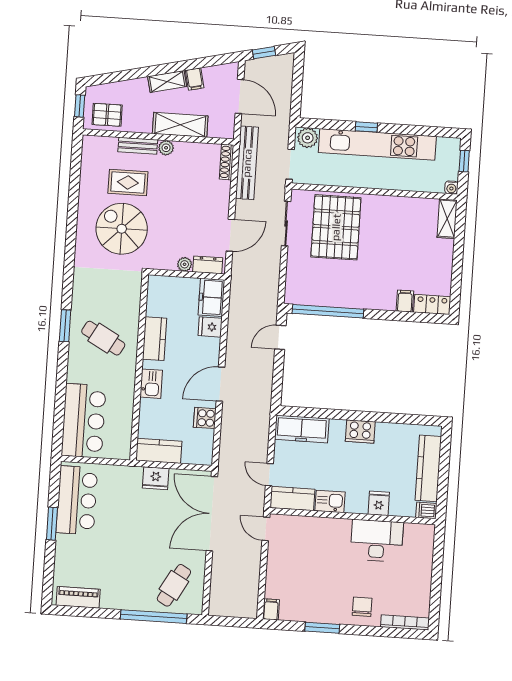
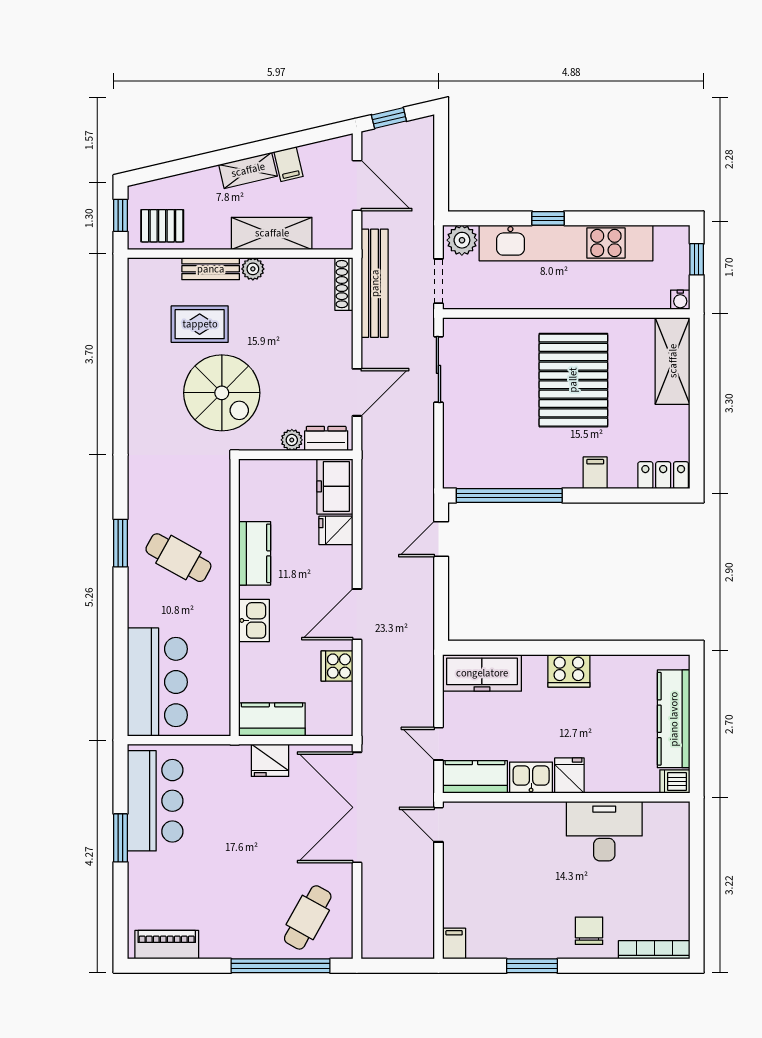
shelving: (447, 219) -> (673, 361), width x1.50, depth x1.33
pallet: (336, 227) -> (573, 380), moved
spiral stairs: (122, 229) -> (222, 393), moved, turned 180
filing cabinet: (405, 301) -> (595, 473), moved
fridge: (379, 503) -> (569, 776), moved

